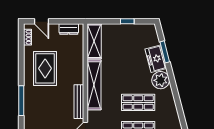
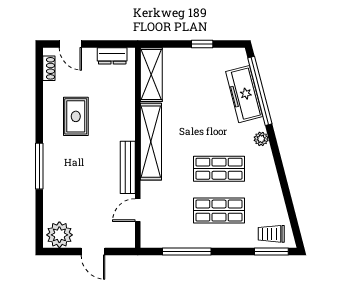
window: (165, 52) -> (260, 91), width x2.11
freezer: (156, 59) -> (244, 94), width x1.40
rug: (45, 68) -> (76, 116), width x0.73, depth x0.70
plant: (161, 80) -> (261, 139), width x0.53, depth x0.53

